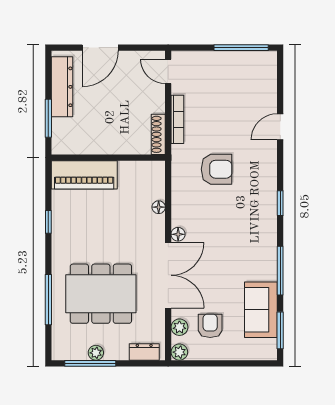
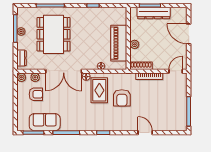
dresser: (62, 87) -> (154, 13), moved
plant: (119, 146) -> (135, 44), added
piano: (84, 175) -> (119, 43), moved
rug: (203, 210) -> (99, 90), added

